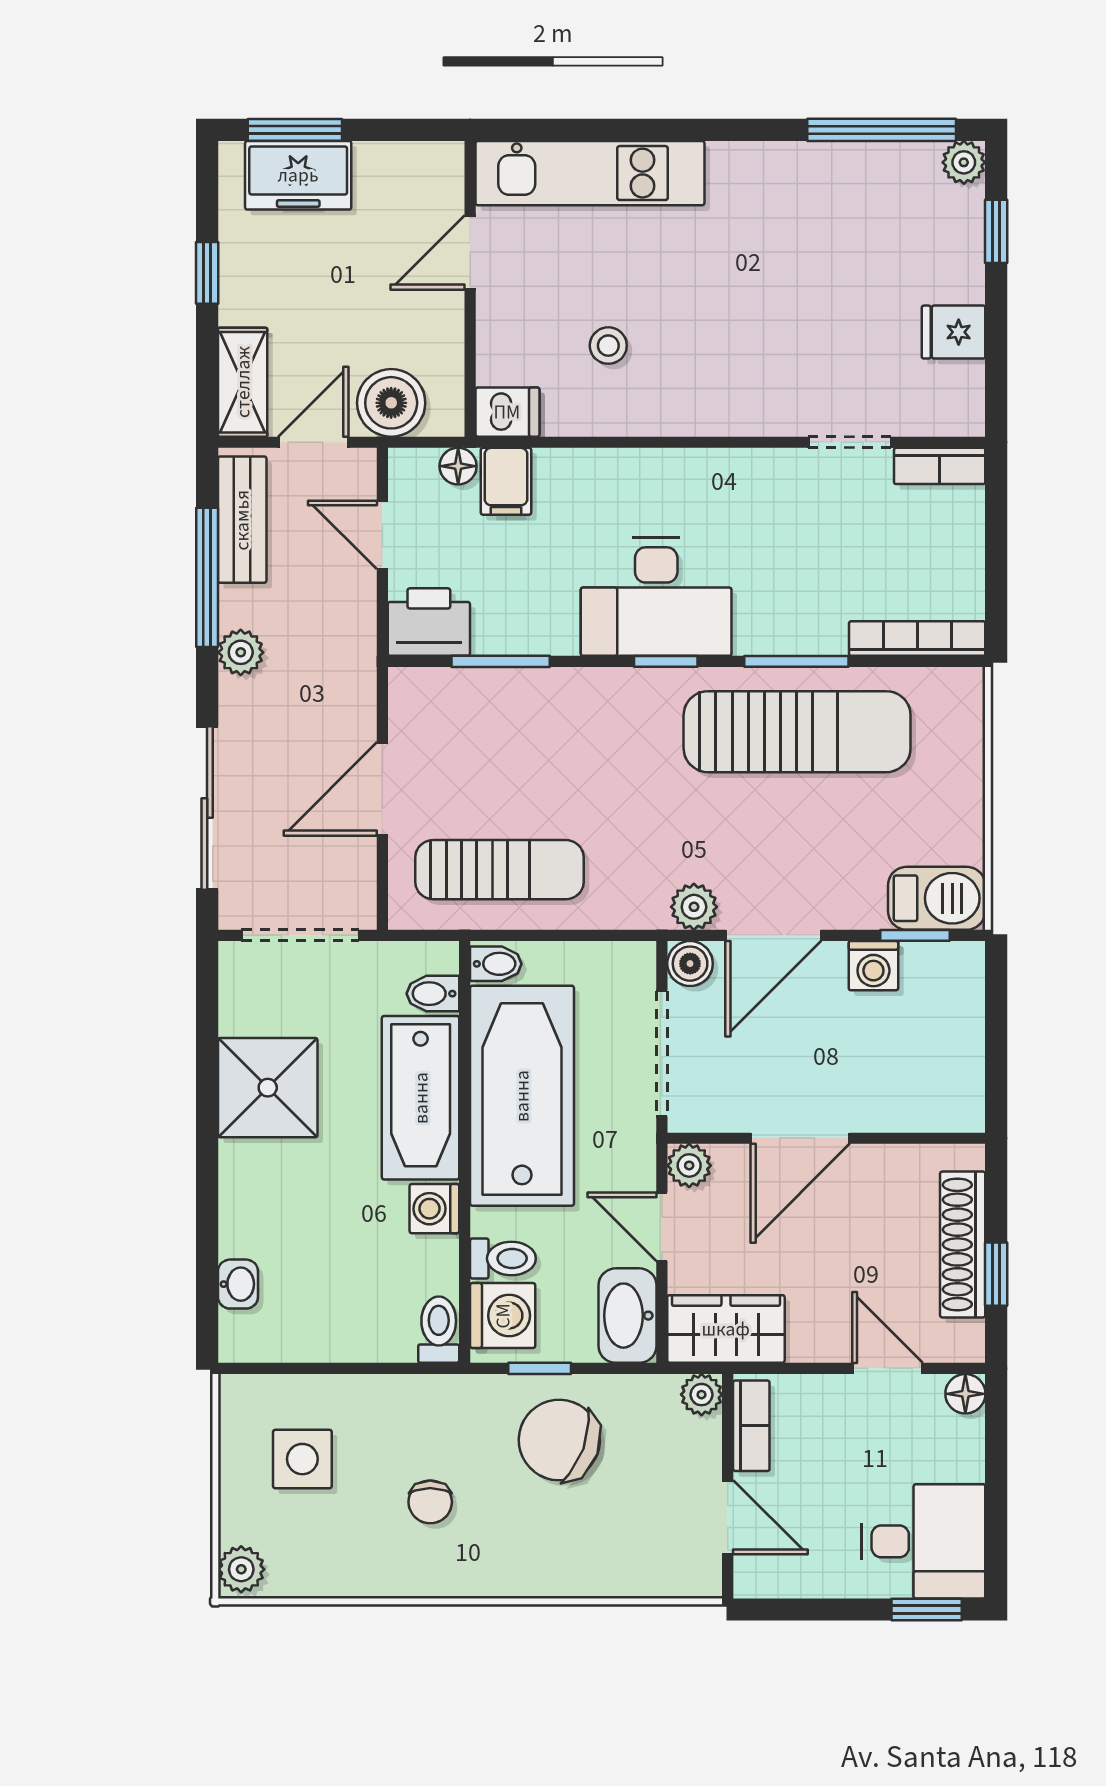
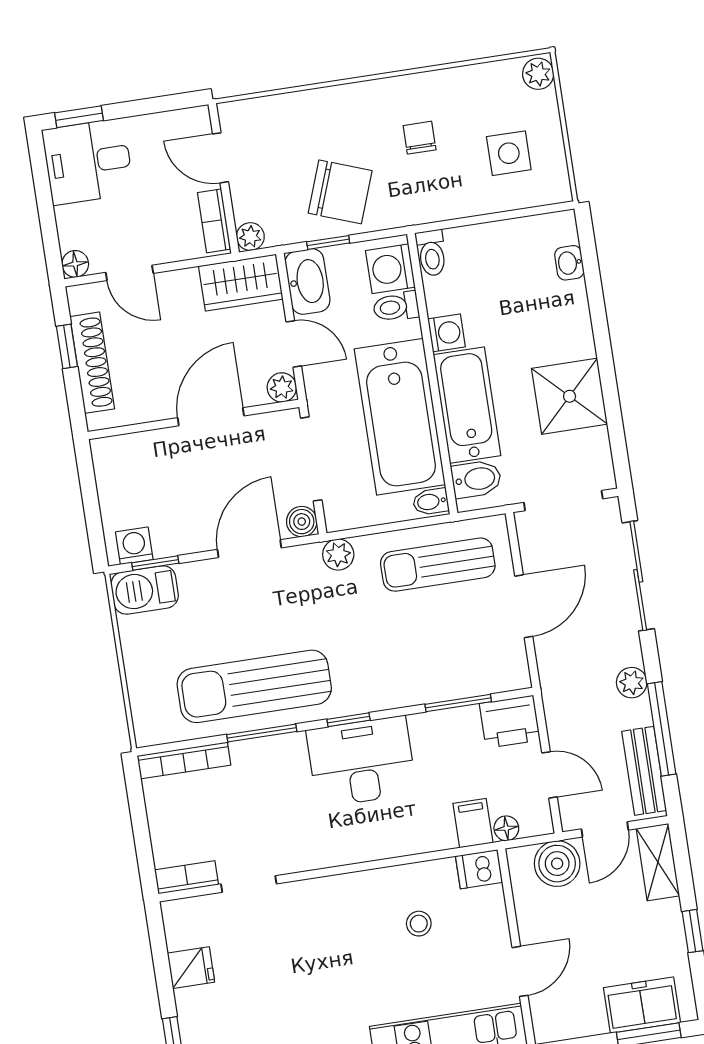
plant: (694, 907) -> (338, 555), moved
washing machine: (873, 966) -> (134, 546), moved
bidet: (433, 994) -> (476, 479), width x1.38, depth x1.36
window: (540, 1368) -> (328, 242), moved

